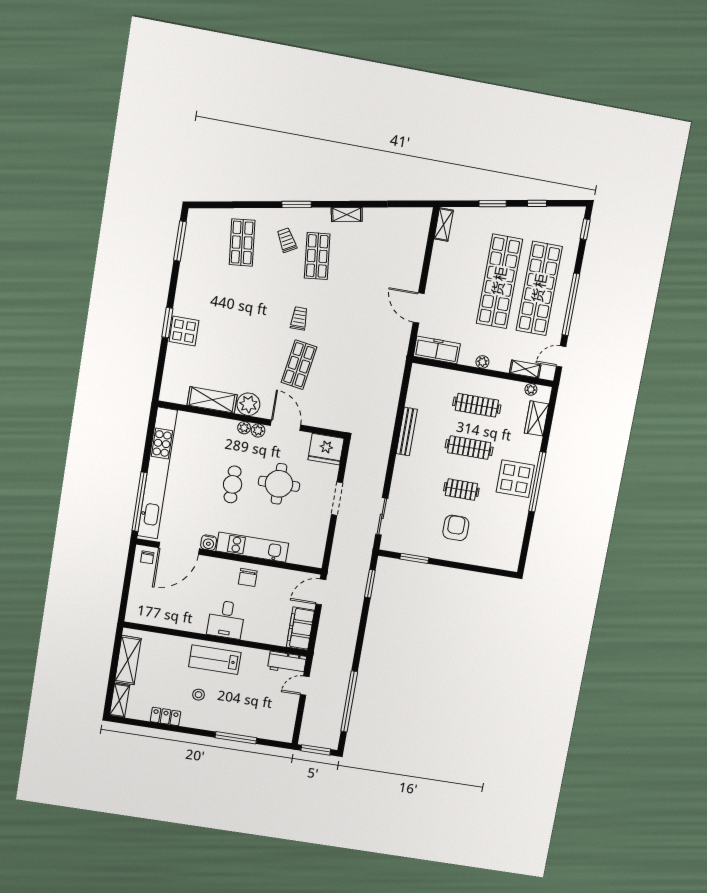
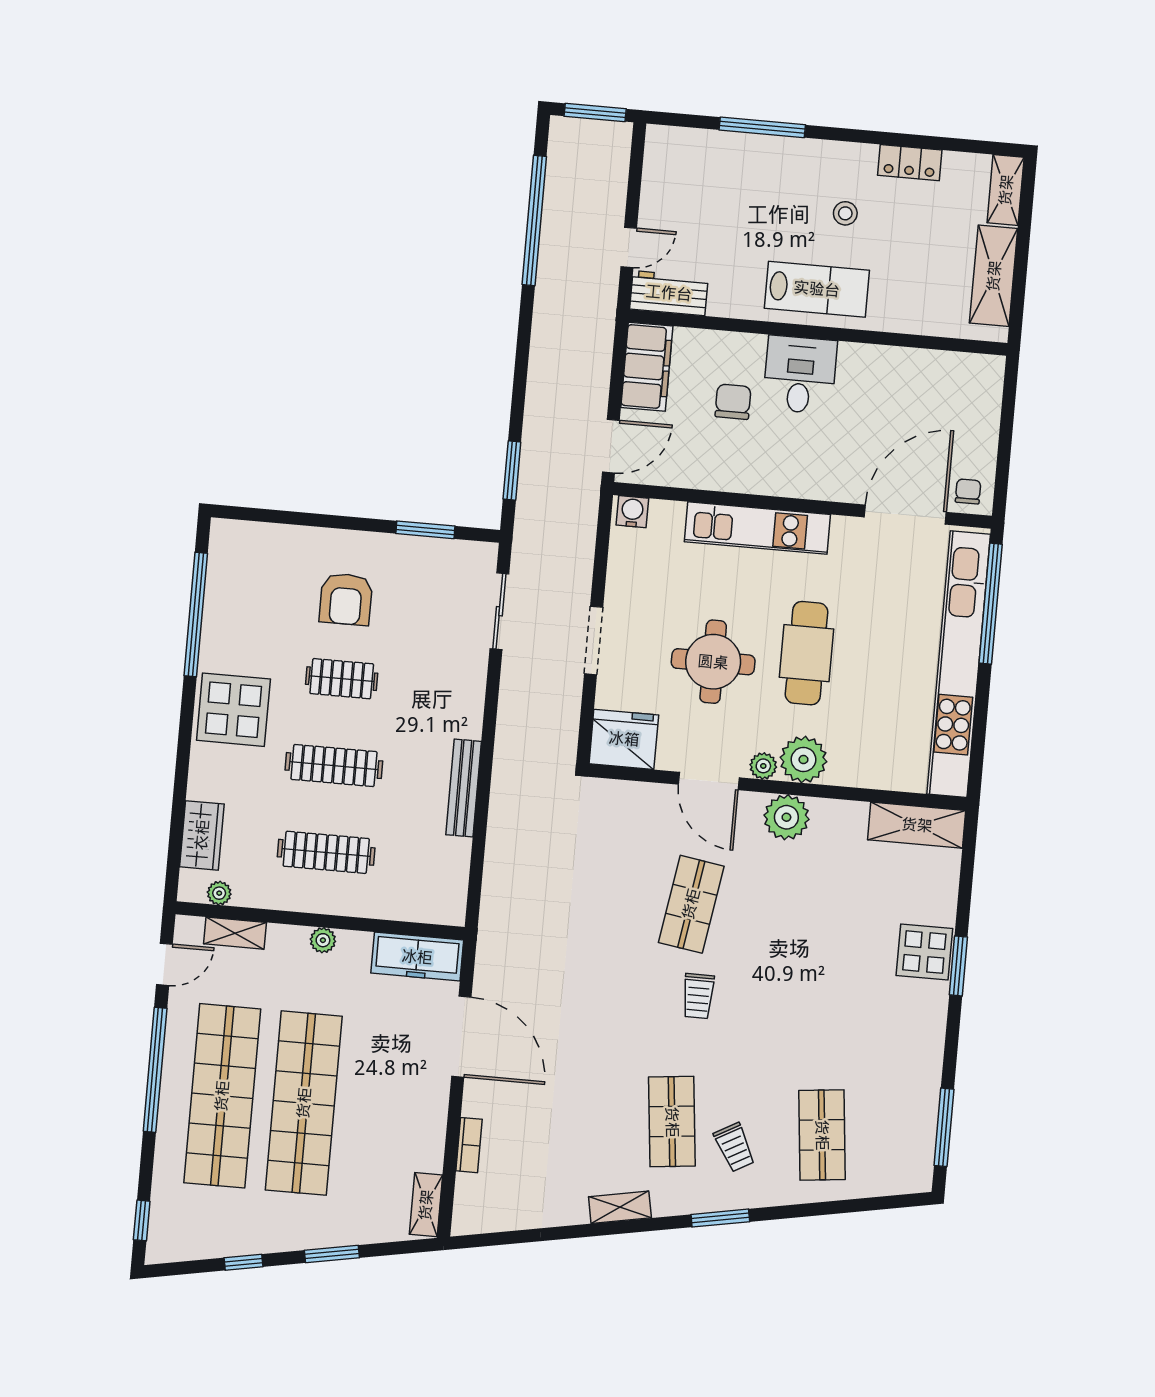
bookcase: (420, 253) -> (469, 1145), added
door: (419, 308) -> (461, 1037), width x1.36
shelving: (212, 400) -> (917, 825), moved
plant: (244, 428) -> (803, 760), width x1.88, depth x1.88
window: (537, 482) -> (196, 615), moved
cafe table: (233, 484) -> (807, 653), width x1.37, depth x1.35
water cooler: (209, 543) -> (632, 512), moved
chair: (248, 577) -> (733, 402), moved

